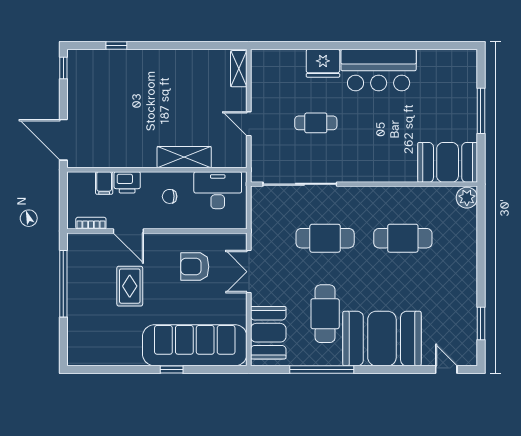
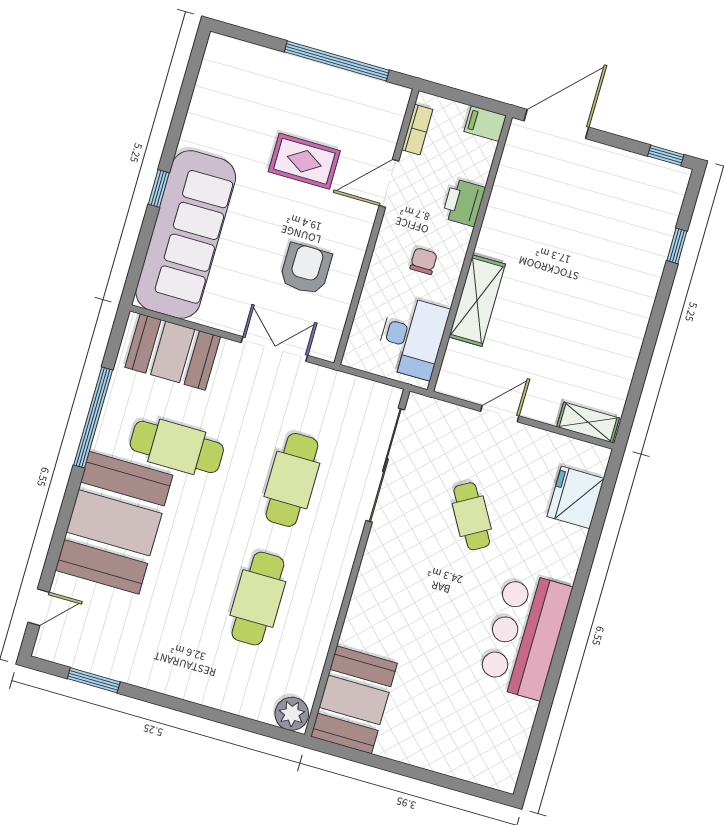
fridge: (323, 63) -> (576, 497), moved
window: (481, 111) -> (418, 773), removed
cafe table: (316, 123) -> (472, 516), turned -30
filing cabinet: (104, 183) -> (485, 124), moved

